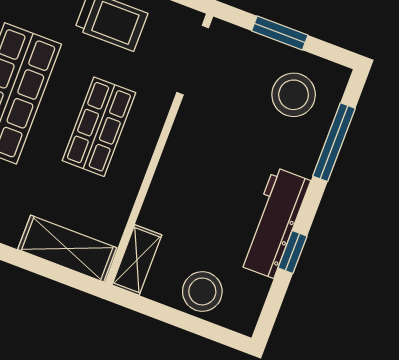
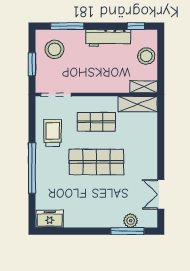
shelving: (67, 249) -> (138, 104), moved, turned 90
window: (293, 252) -> (136, 26), moved

